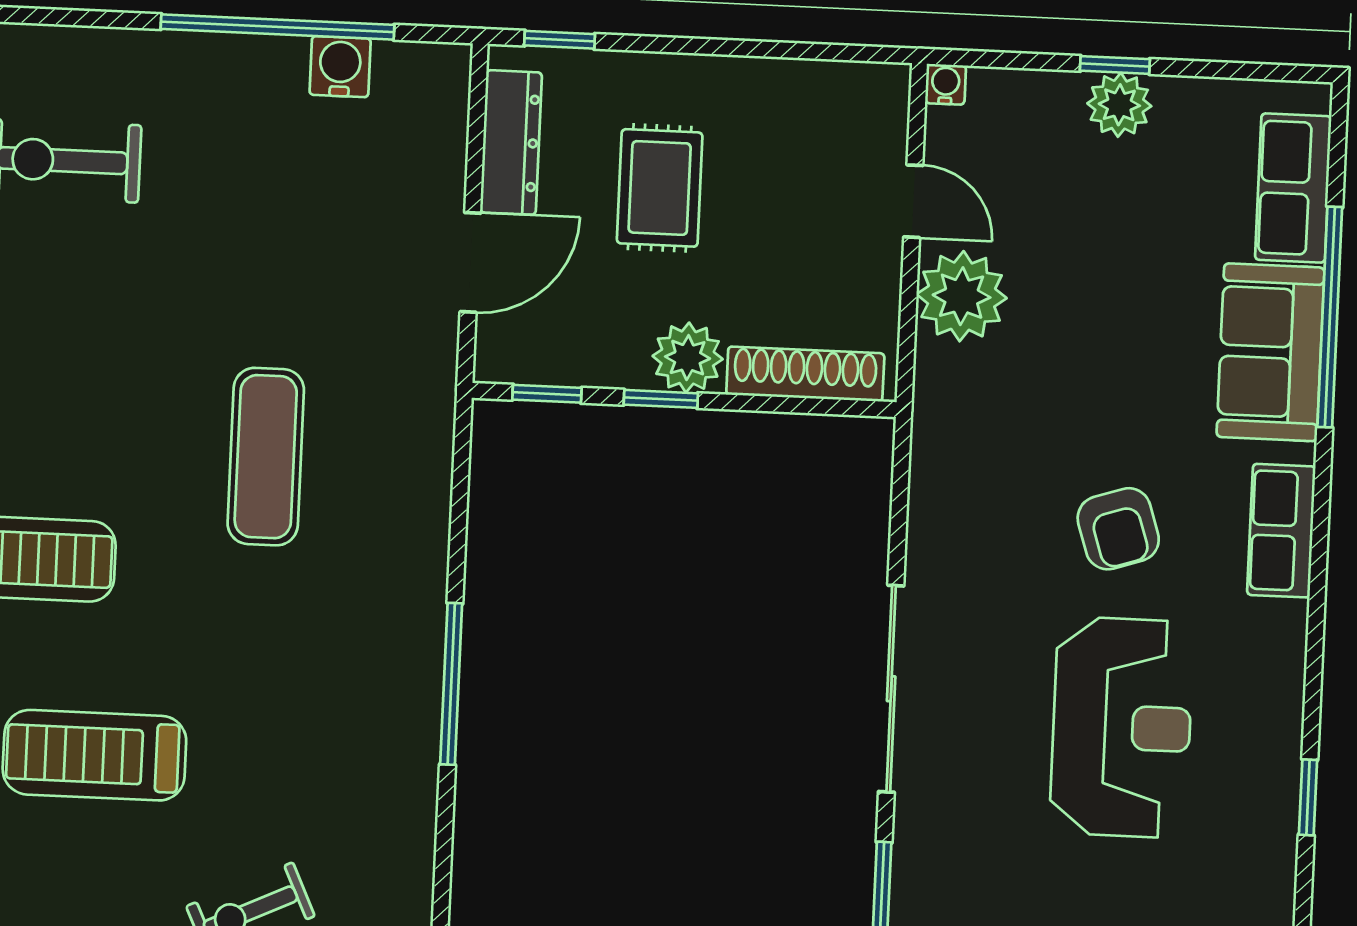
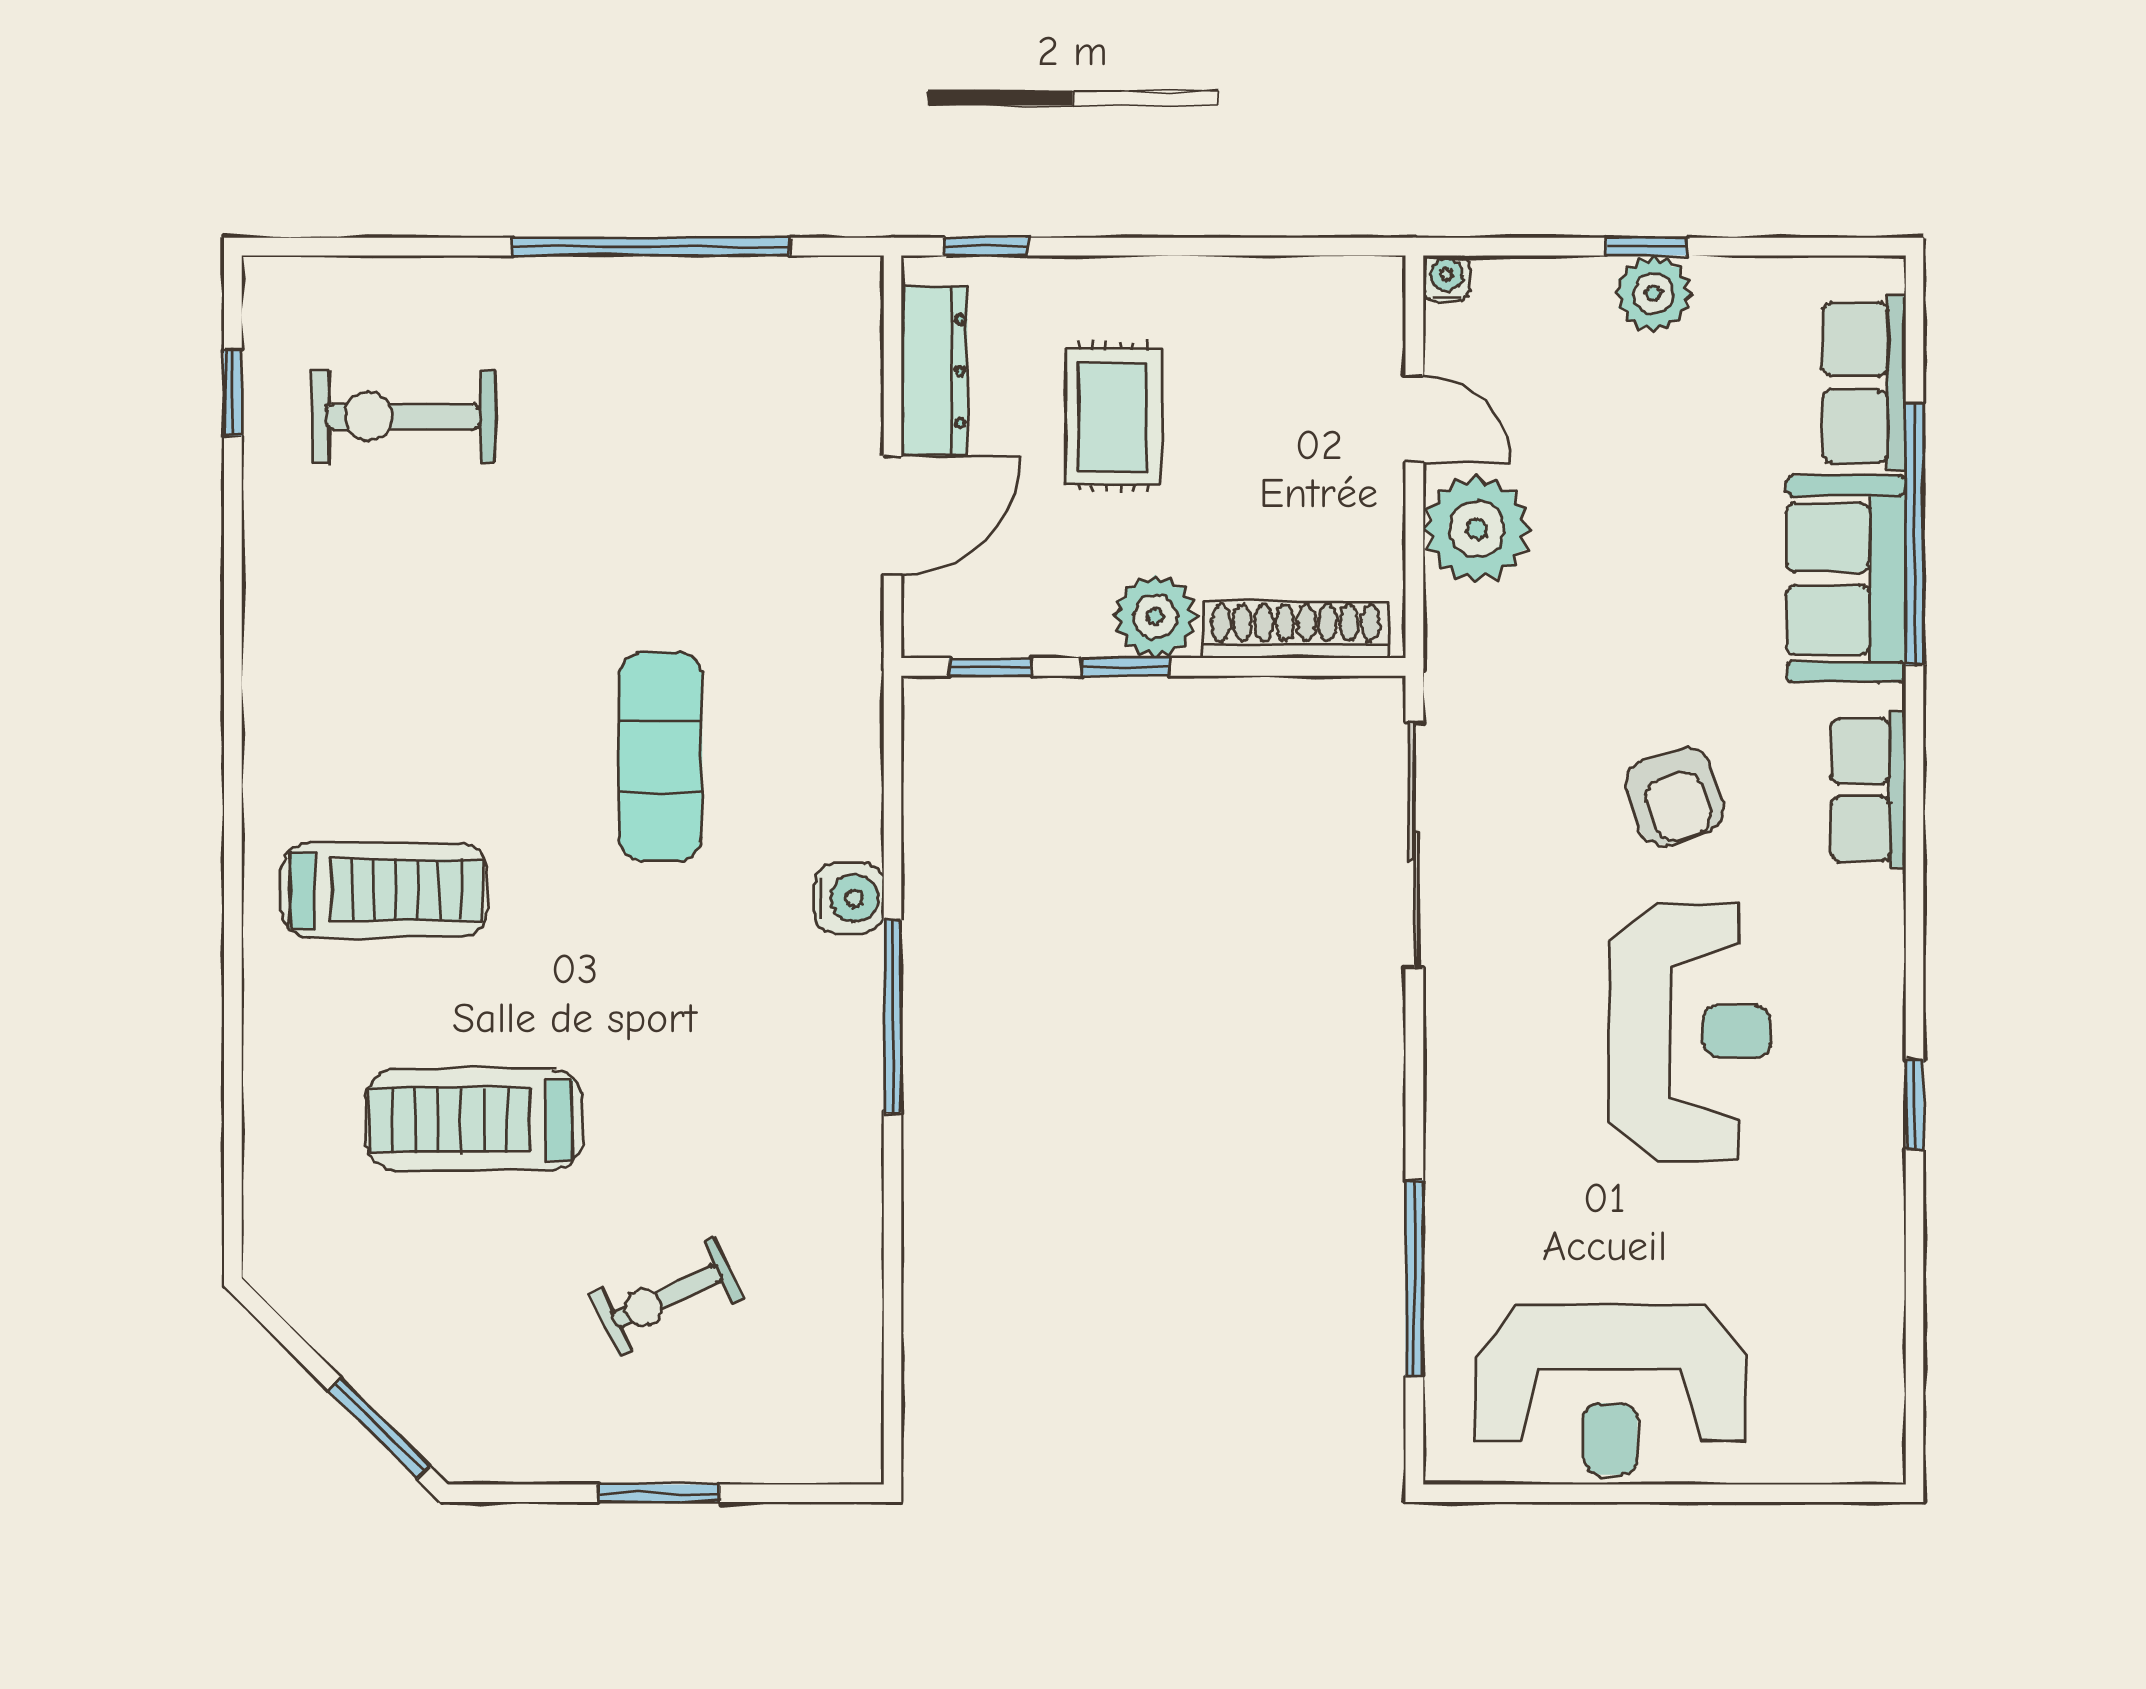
water cooler: (340, 67) -> (849, 898), moved, turned 90
sliding door: (891, 689) -> (1414, 845), moved

